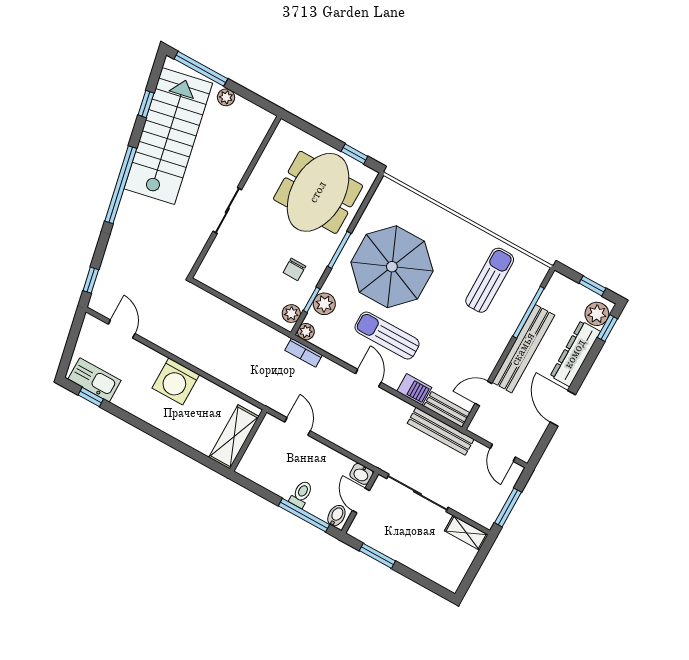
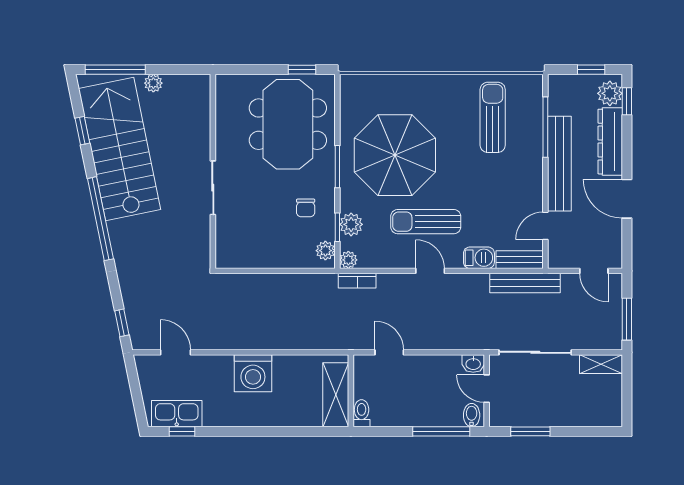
toilet: (301, 494) -> (362, 413), moved

